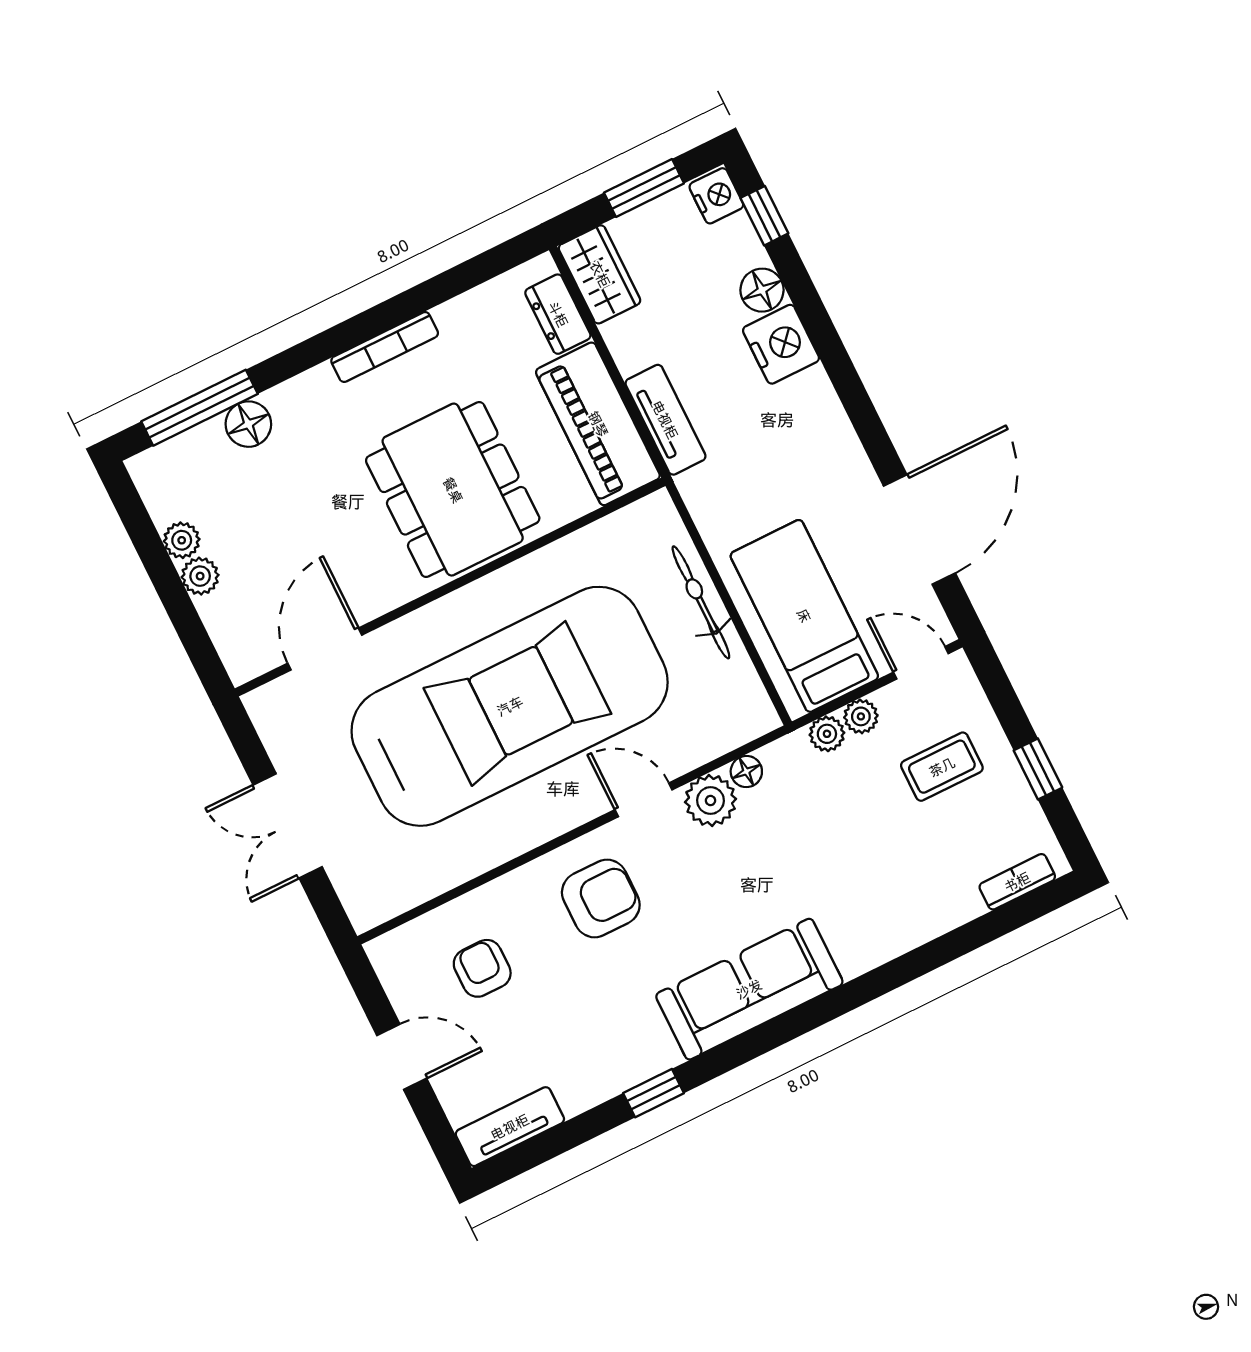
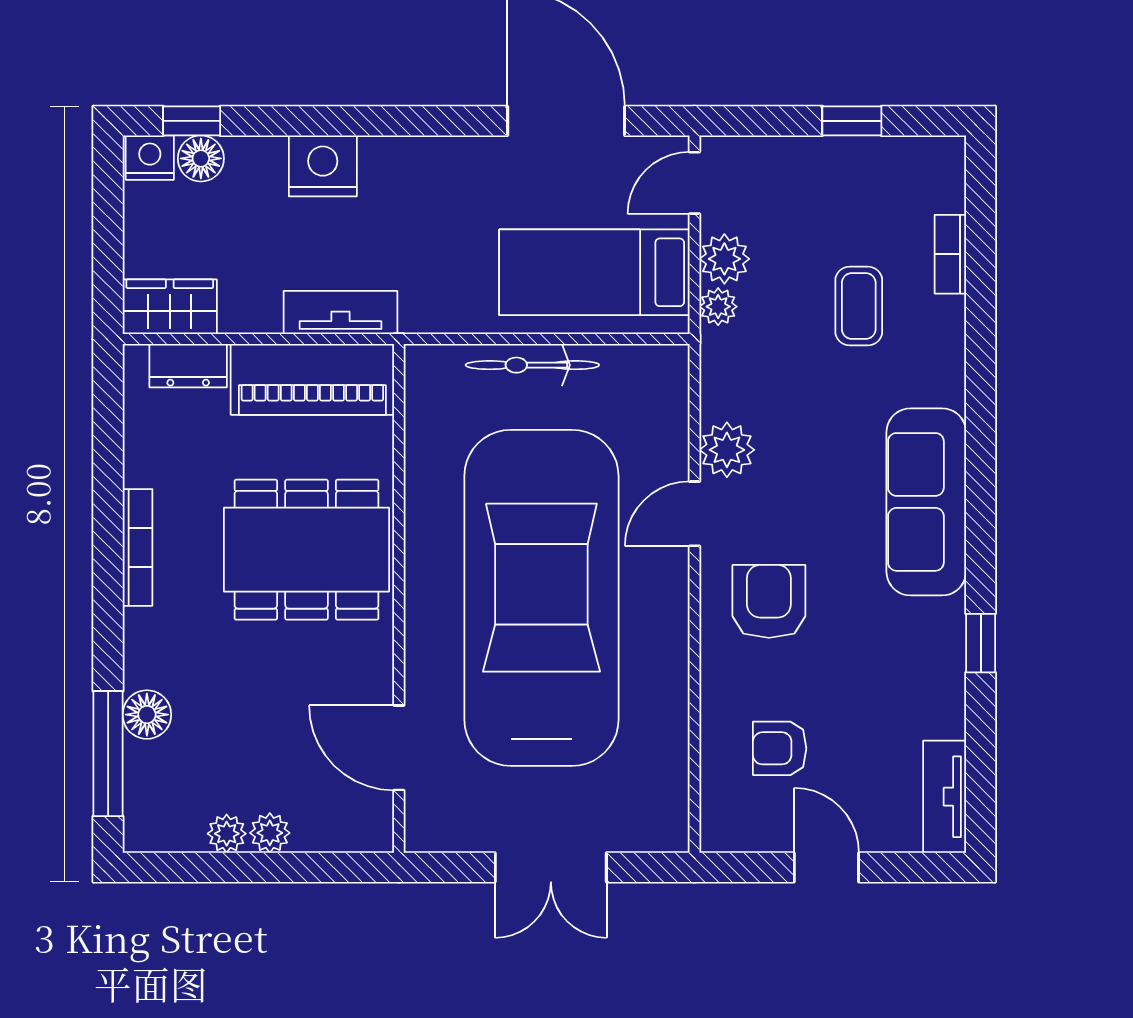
window: (644, 188) -> (108, 223), removed
floor lamp: (762, 290) -> (201, 158), moved
plant: (861, 716) -> (724, 259), width x1.38, depth x1.38
coffee table: (942, 767) -> (859, 306), moved
floor lamp: (746, 772) -> (716, 402), removed
bookcase: (1017, 882) -> (950, 254), moved
door: (402, 1057) -> (826, 867), hinge flipped

